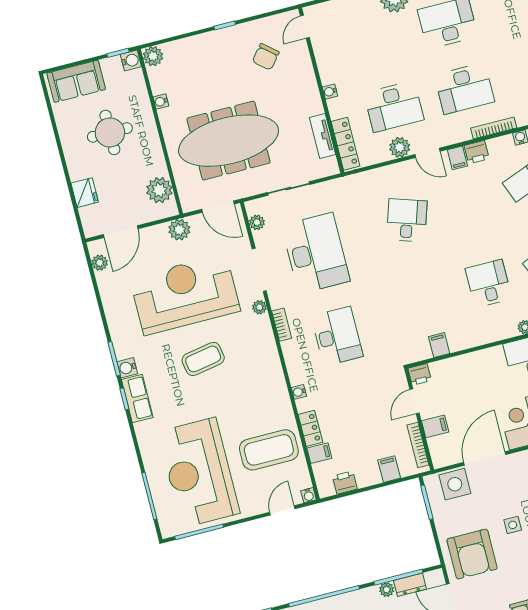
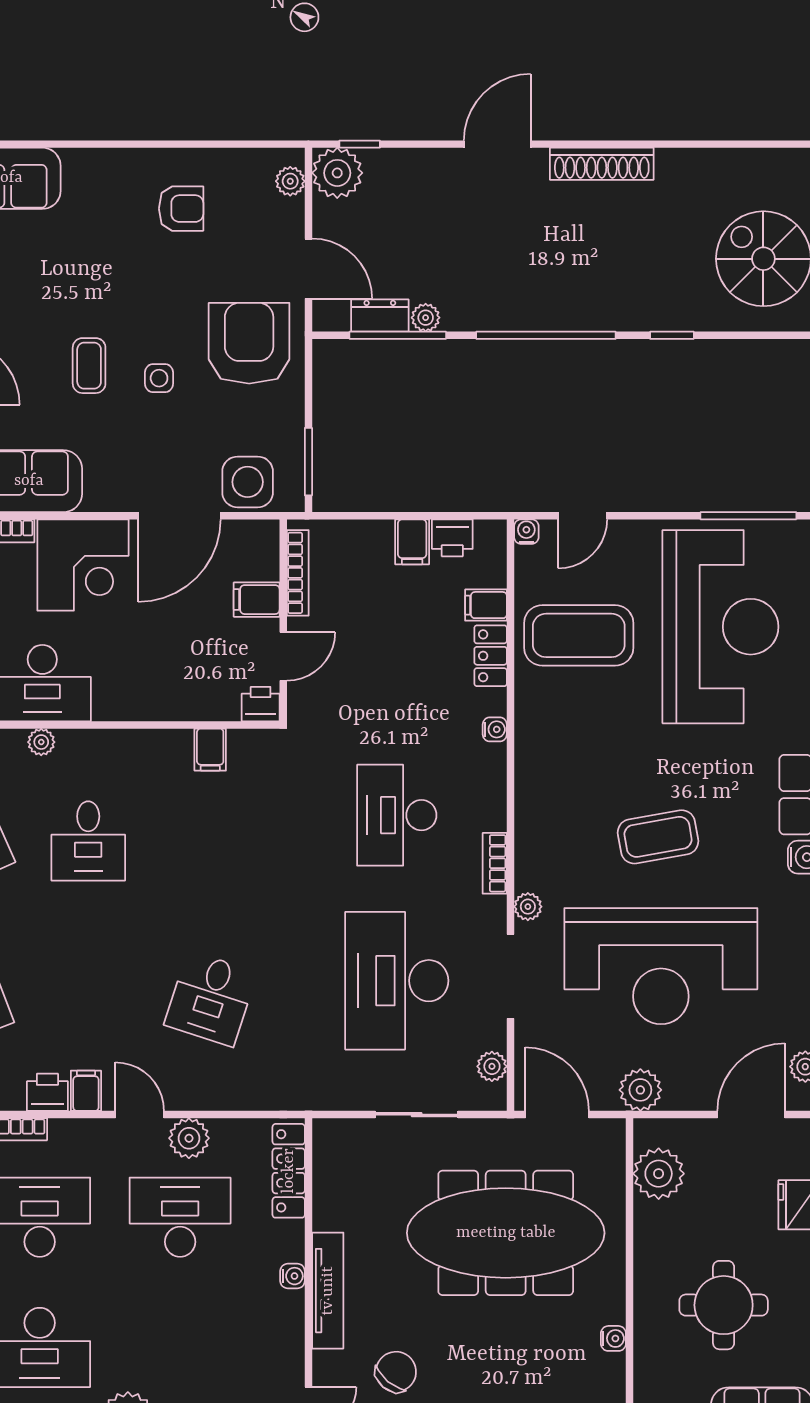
tv unit: (323, 136) -> (328, 1291), moved, width x1.41
filing cabinet: (389, 469) -> (412, 542), moved

